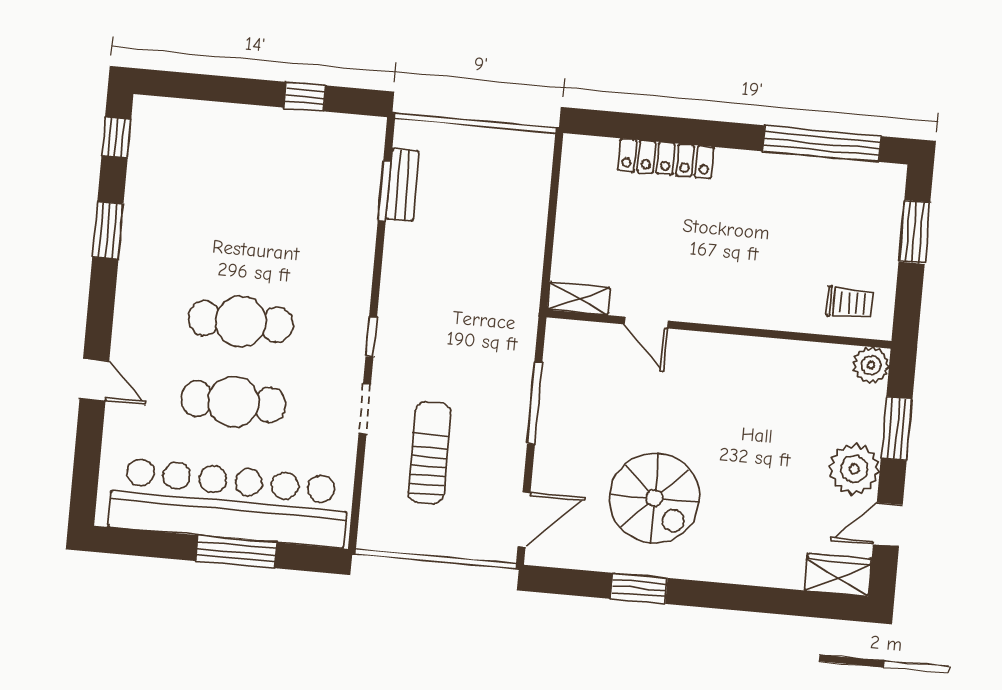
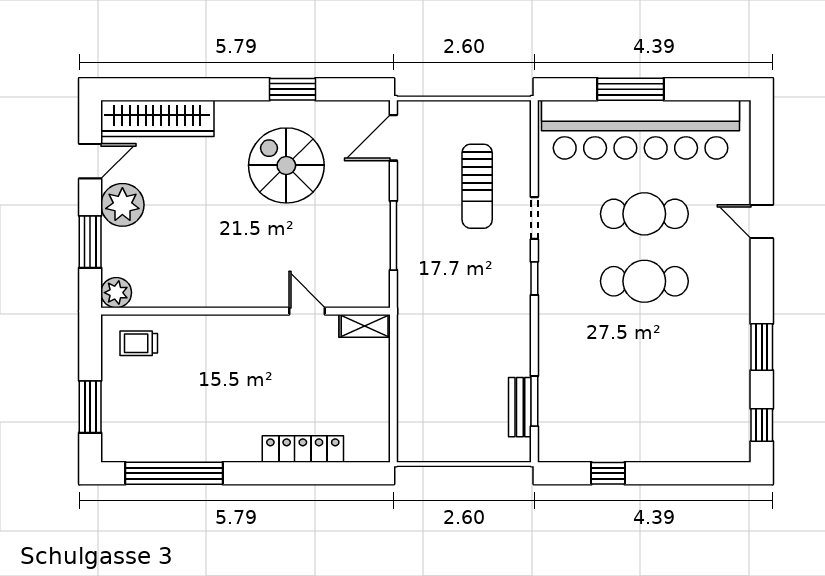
wardrobe: (838, 575) -> (157, 118), width x2.10, depth x1.17

